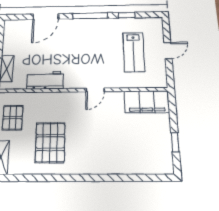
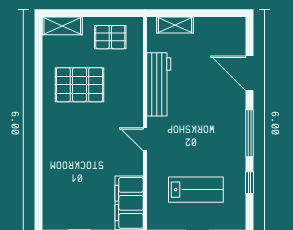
lab bench: (134, 52) -> (196, 190), turned 180
workbench: (45, 80) -> (159, 84), width x1.38

